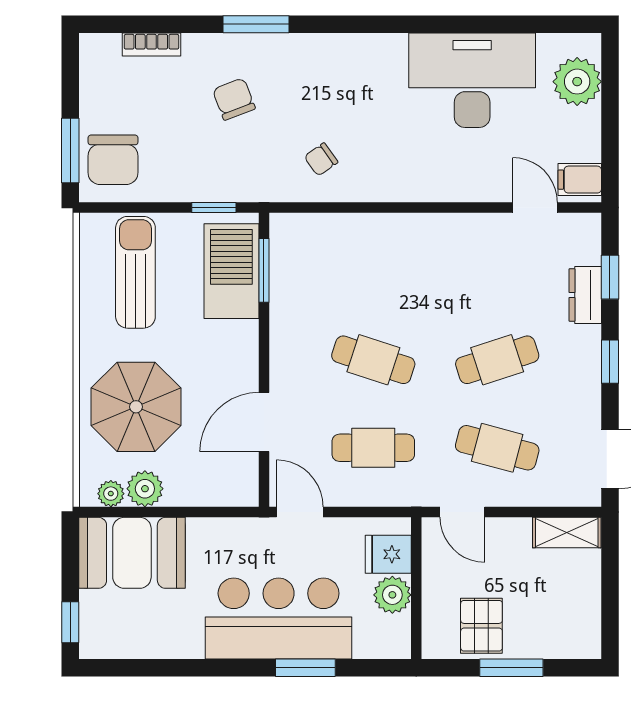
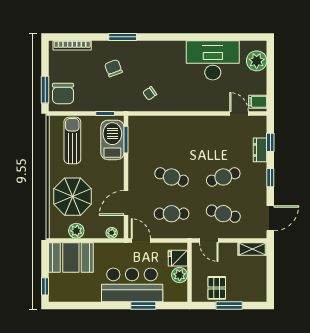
bookcase: (151, 44) -> (72, 45), width x1.56
plant: (111, 494) -> (112, 233), moved

